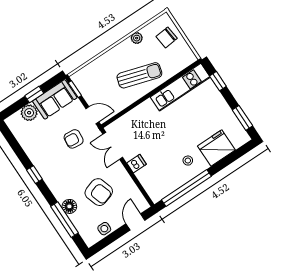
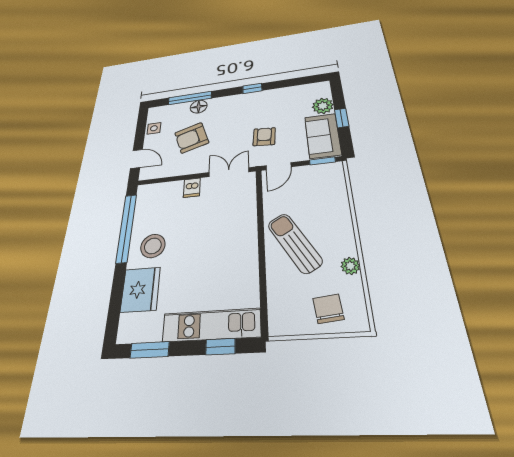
sun lounger: (139, 75) -> (295, 243), turned 133
kitchen unit: (180, 87) -> (211, 325), moved, turned 90
stool: (188, 161) -> (153, 246), width x1.89, depth x1.89

